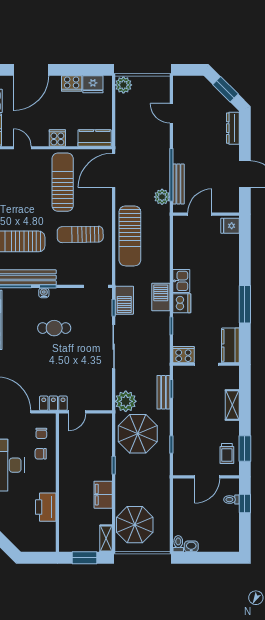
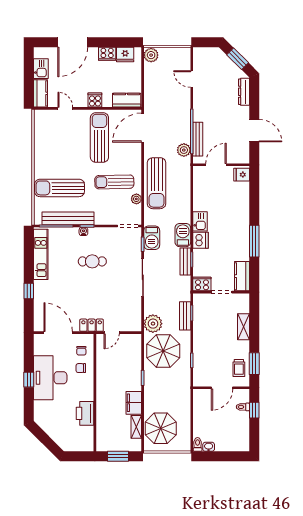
plant: (106, 254) -> (136, 199), added
bench: (164, 328) -> (185, 261), added
shelving: (106, 538) -> (136, 427), moved

